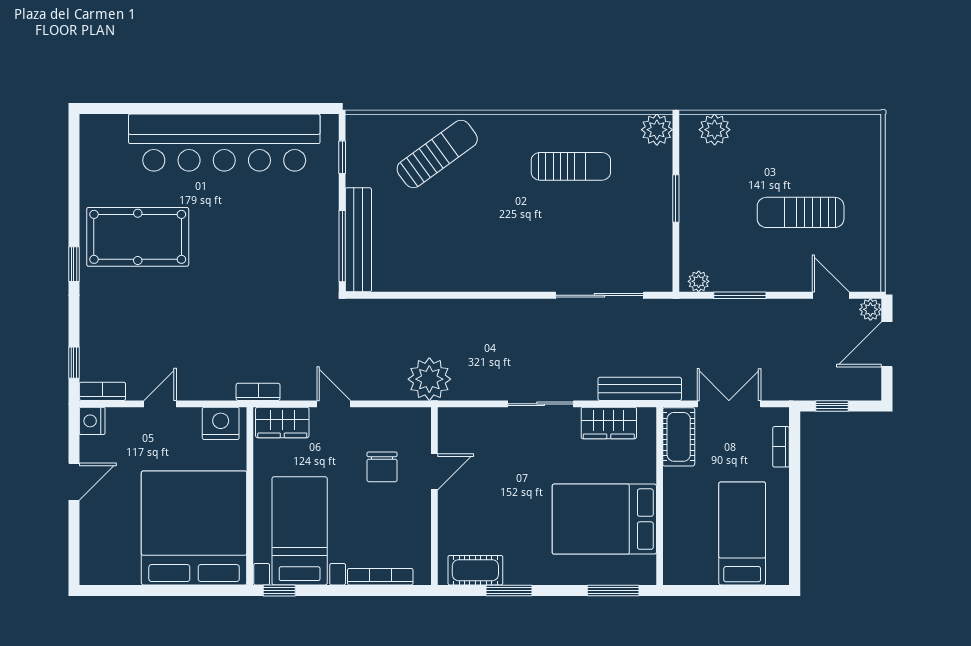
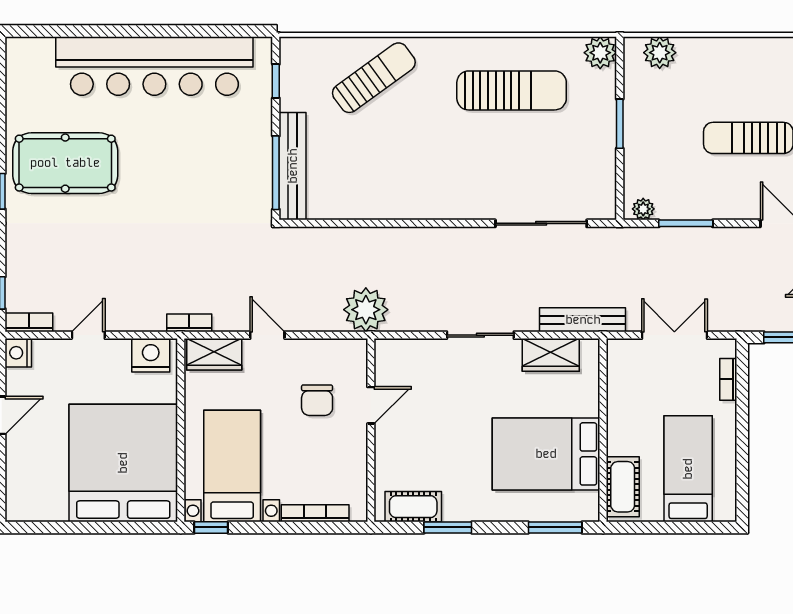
sun lounger: (571, 166) -> (512, 90), width x1.36, depth x1.34
cot: (679, 437) -> (623, 487), moved

